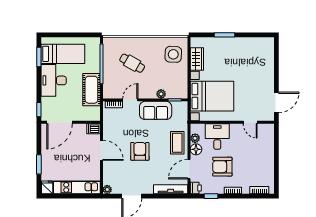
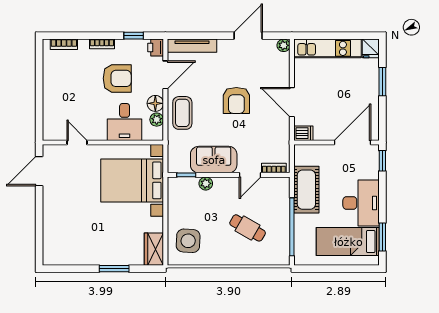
wardrobe: (197, 59) -> (154, 249), moved

